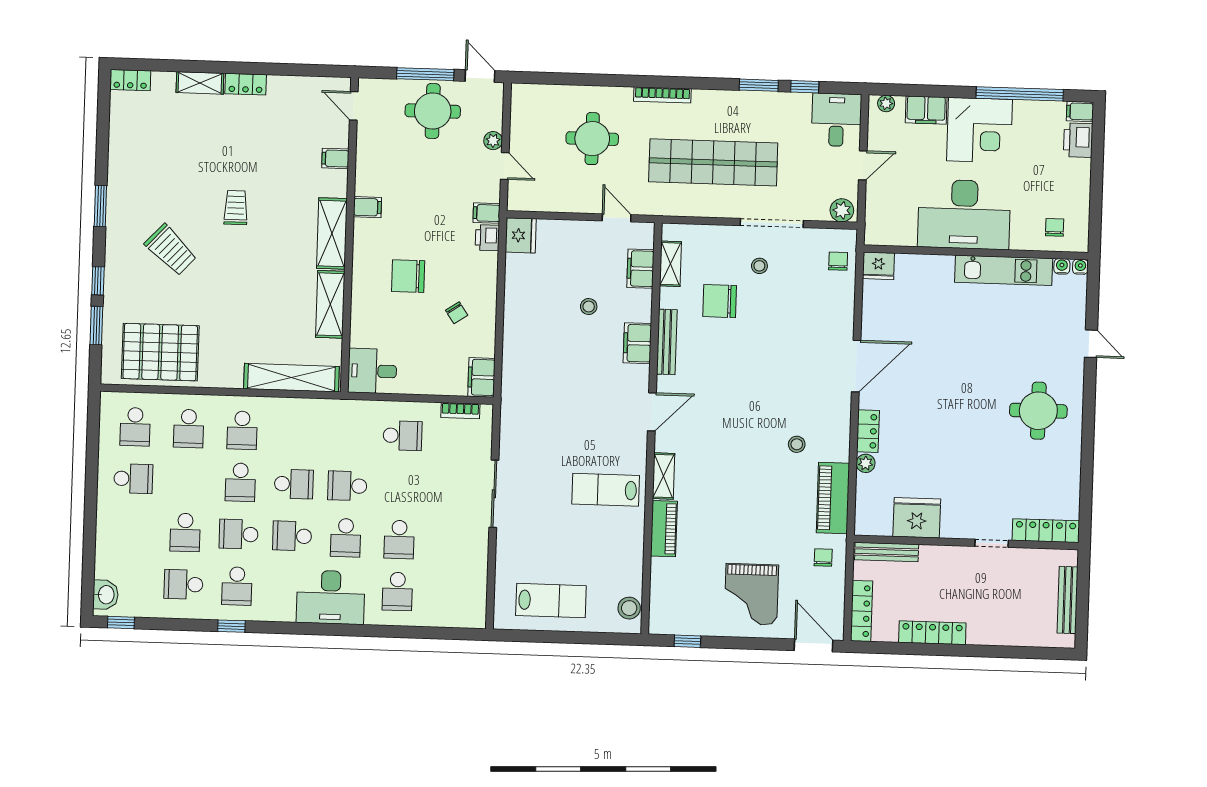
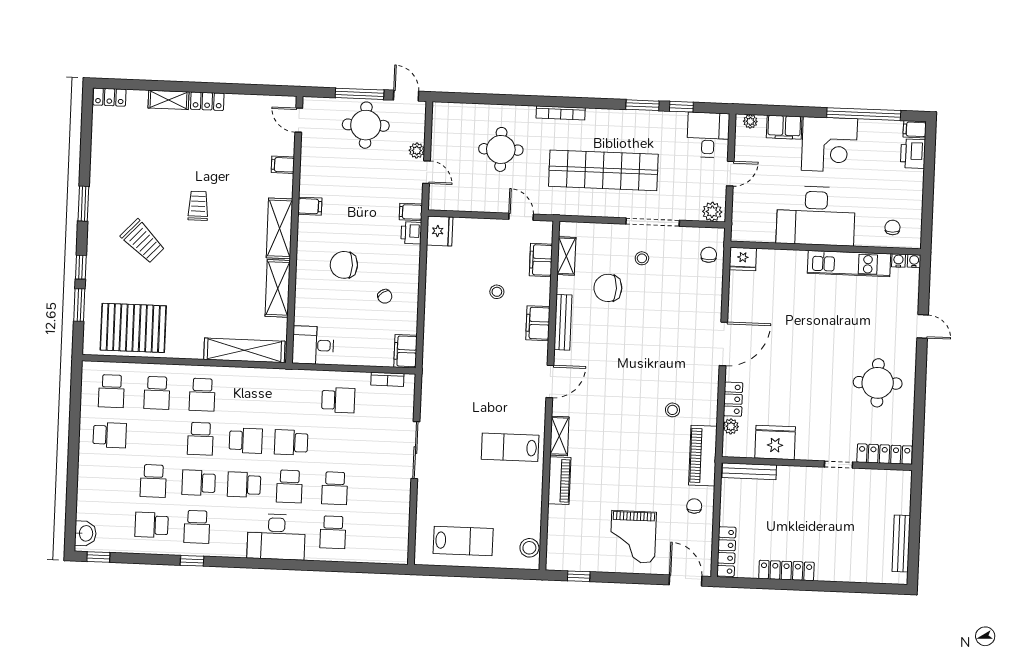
fridge: (917, 518) -> (775, 442), moved
locker: (1046, 531) -> (885, 454), moved
wall: (966, 542) -> (817, 464), moved
doorway: (992, 543) -> (838, 464), moved
bench: (887, 552) -> (749, 471), moved

